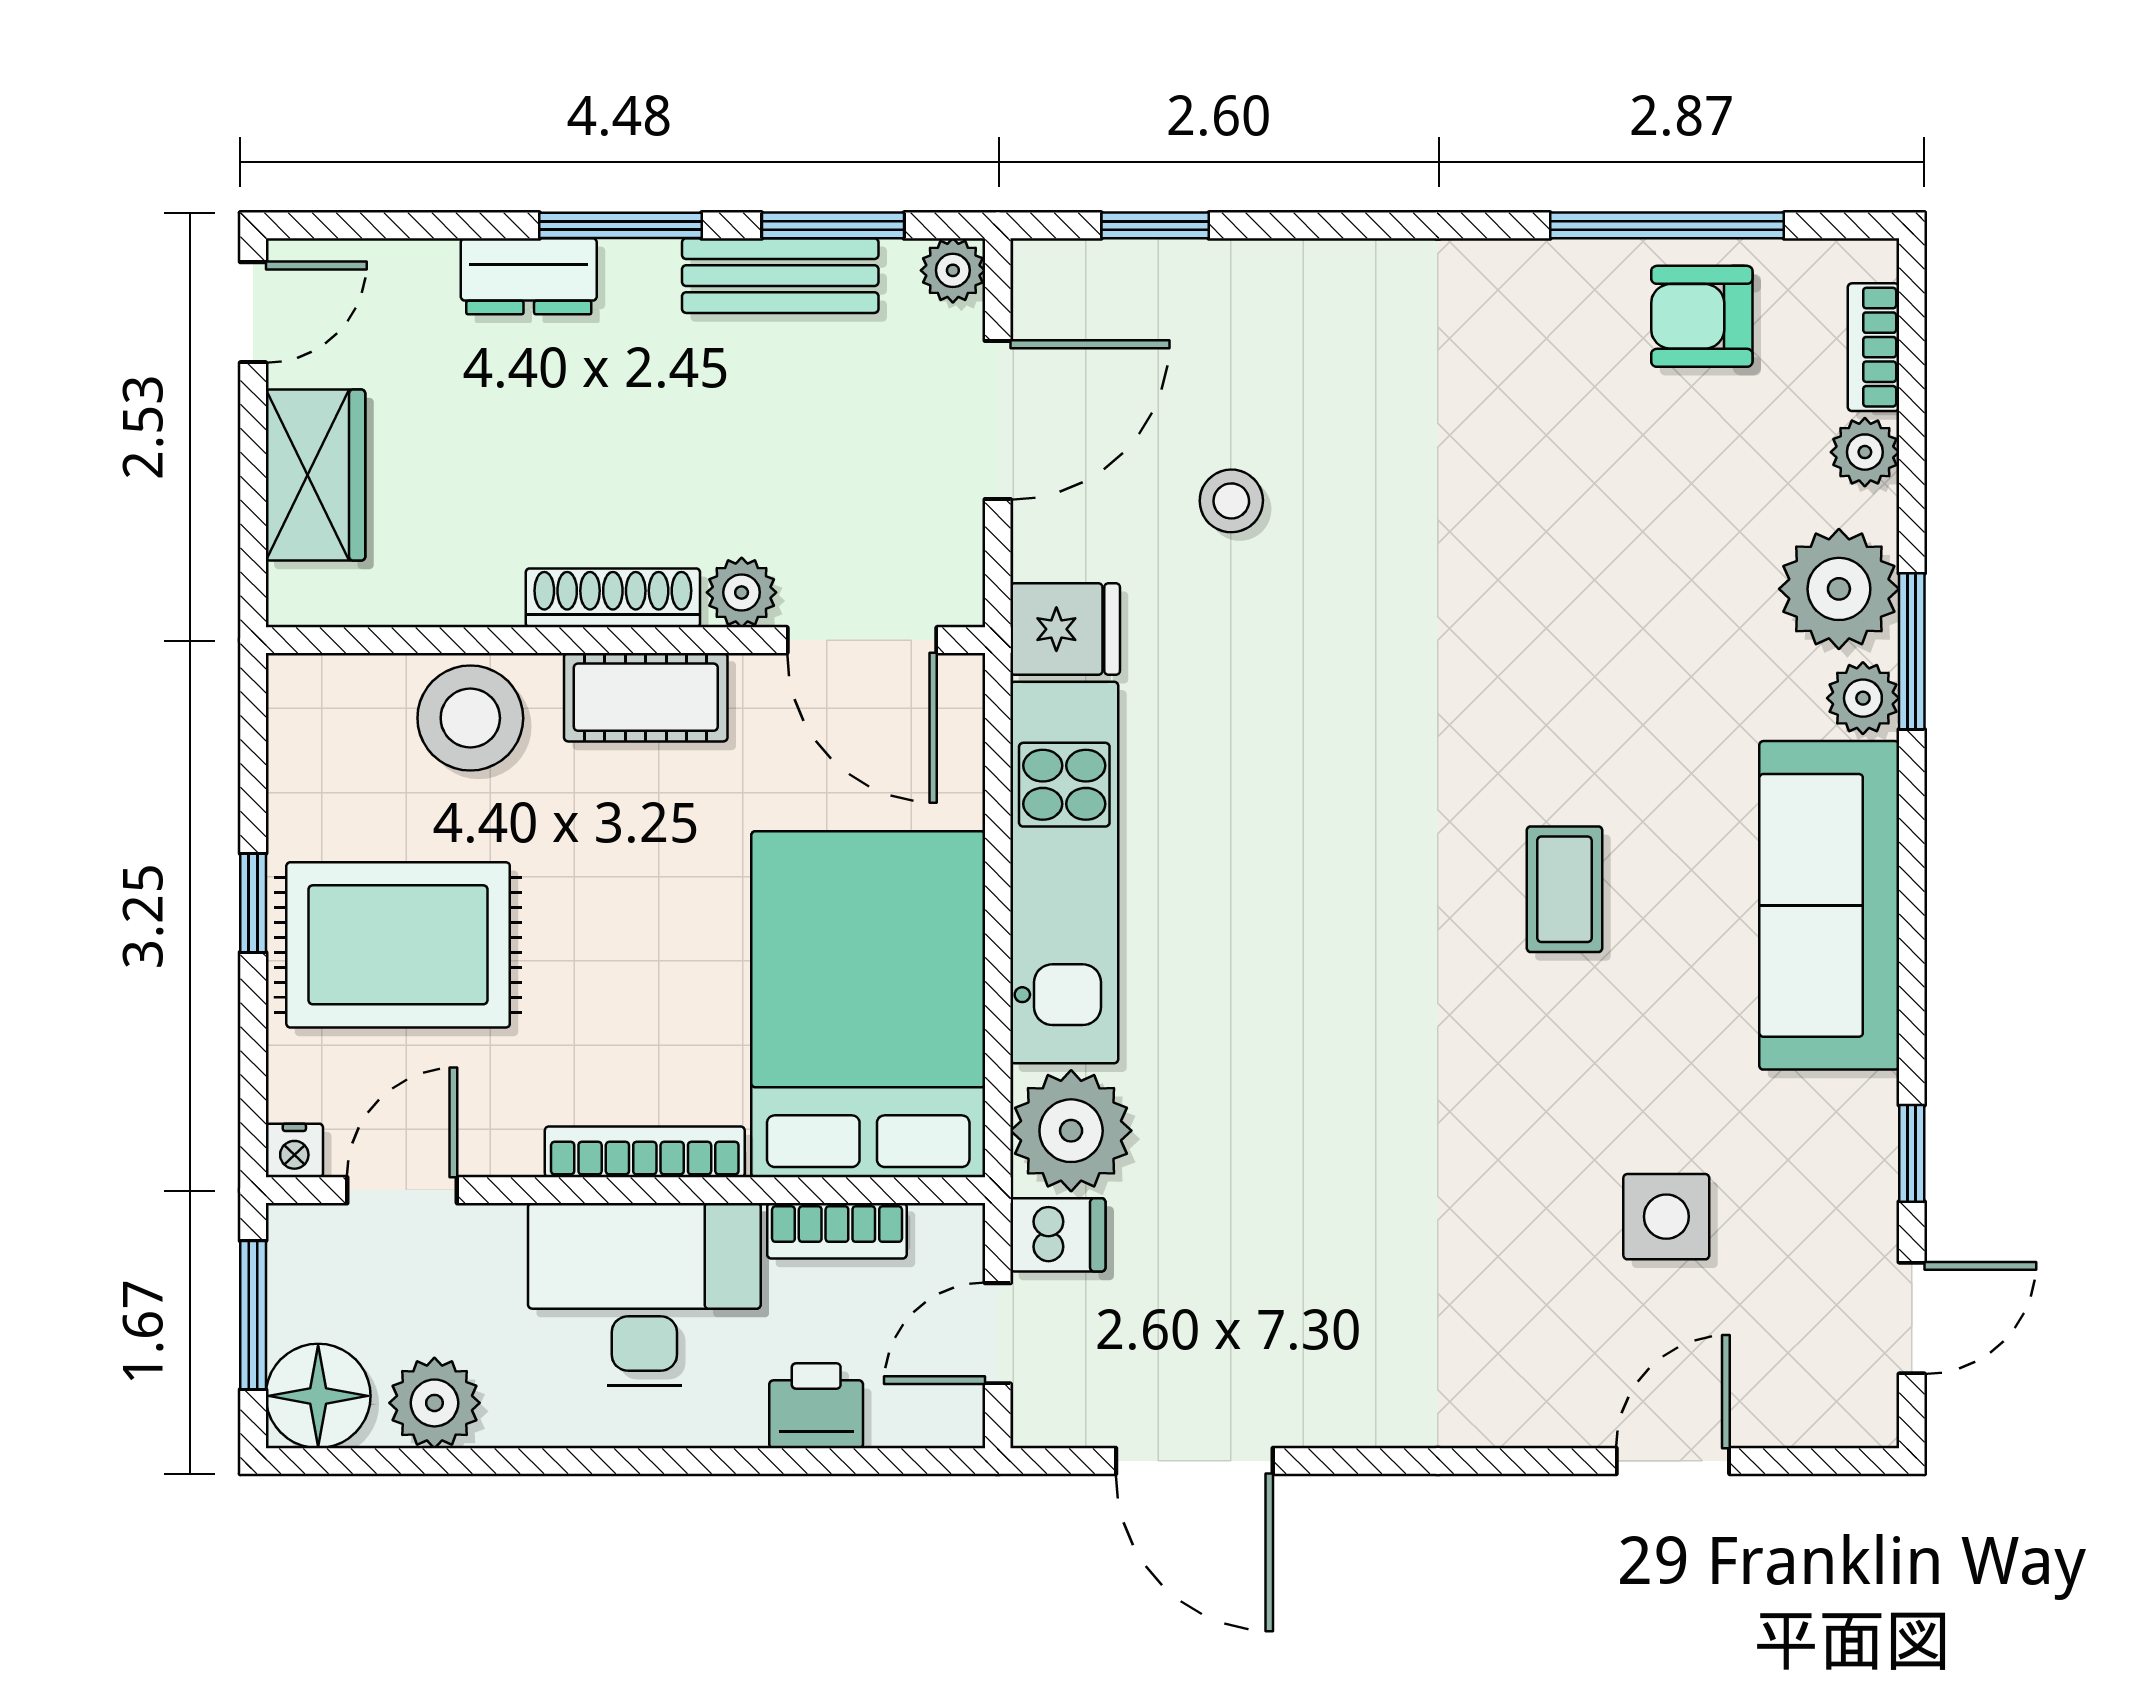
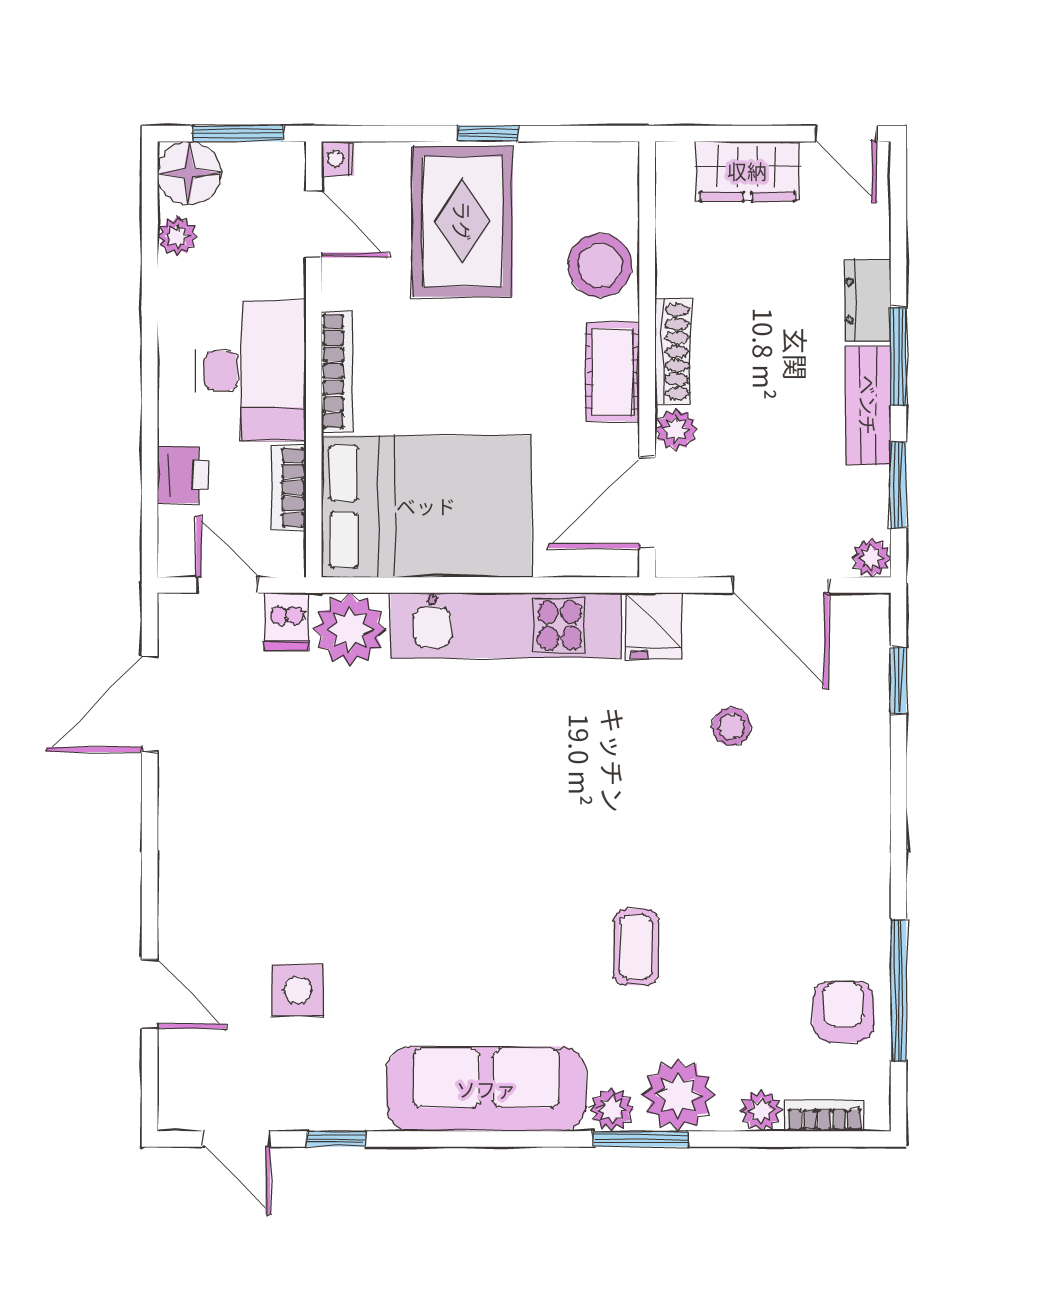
bench: (780, 276) -> (868, 405), moved
coffee table: (1564, 889) -> (636, 947), moved, turned 90
plant: (434, 1403) -> (177, 236), width x0.73, depth x0.73

